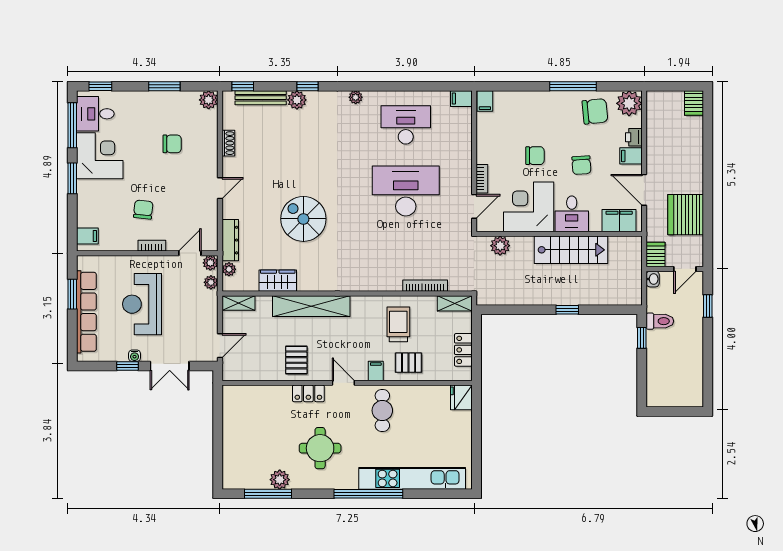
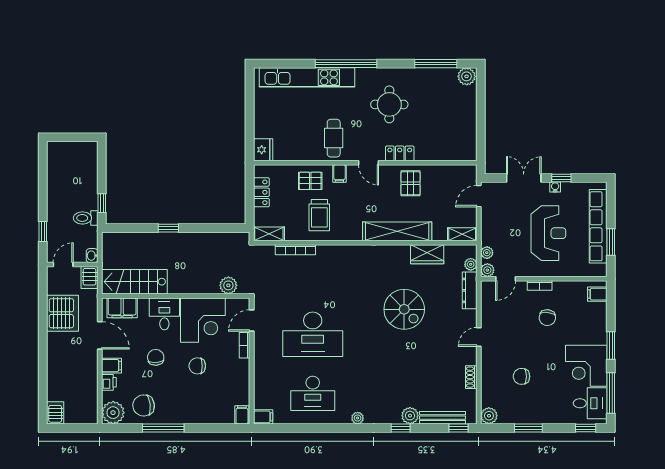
stairs: (571, 250) -> (134, 282), moved
plant: (280, 480) -> (467, 76), moved

